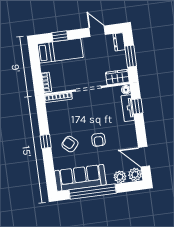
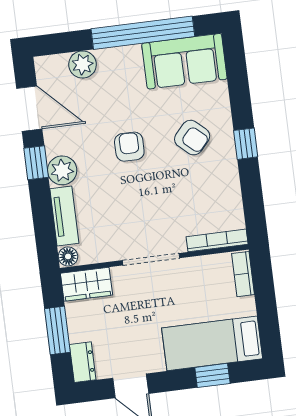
window: (137, 106) -> (36, 163), moved
plant: (135, 175) -> (62, 170), moved
sofa: (80, 178) -> (184, 61), width x0.73

